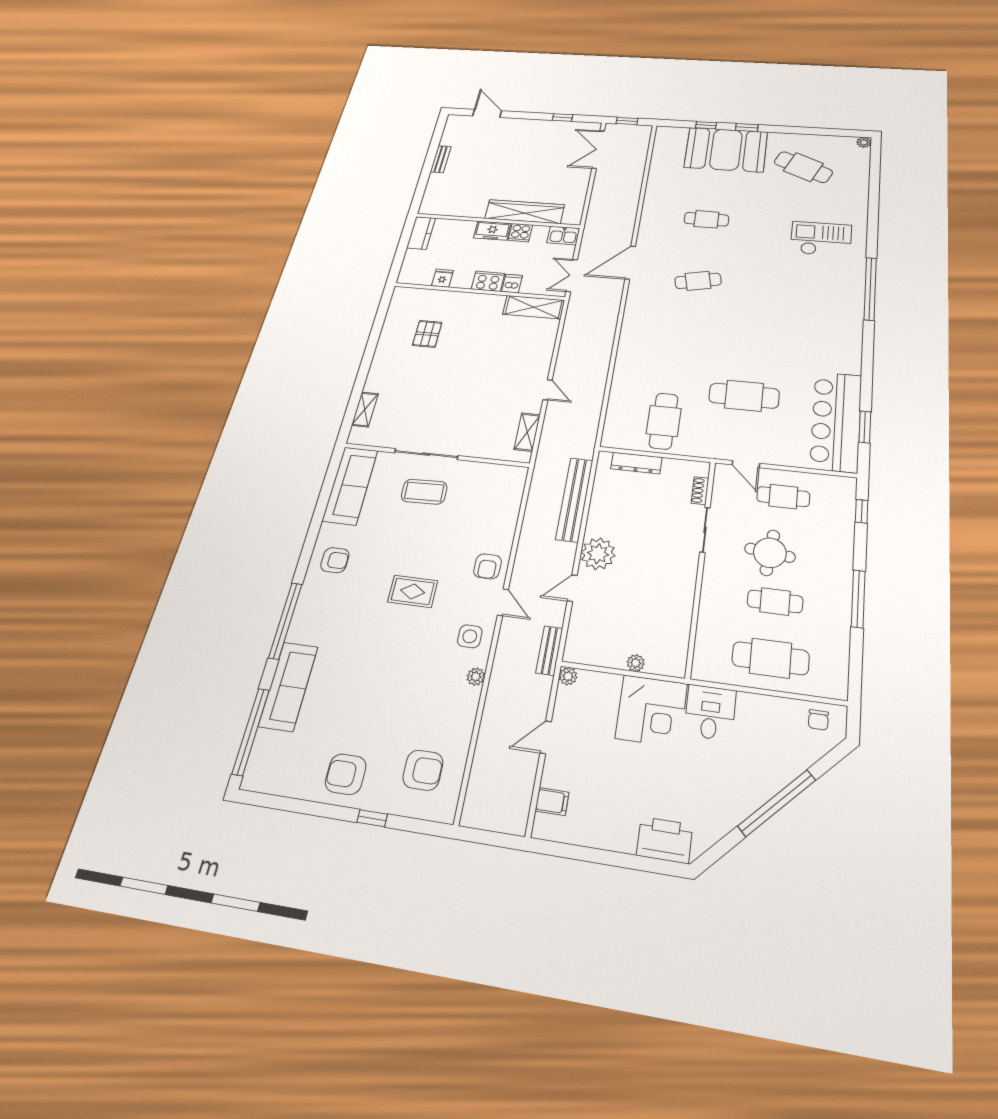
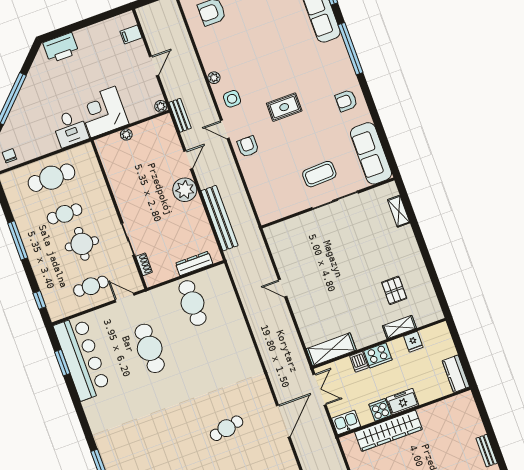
cafe table: (744, 396) -> (150, 348), turned 90
shelving: (527, 432) -> (399, 327), moved, turned 90

